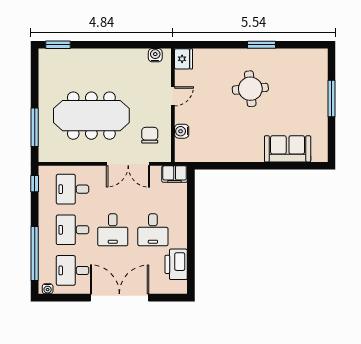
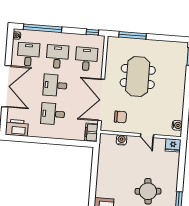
meeting table: (91, 116) -> (138, 76), width x0.73
double door: (128, 164) -> (101, 100), width x1.36
printer: (176, 264) -> (17, 128), moved

